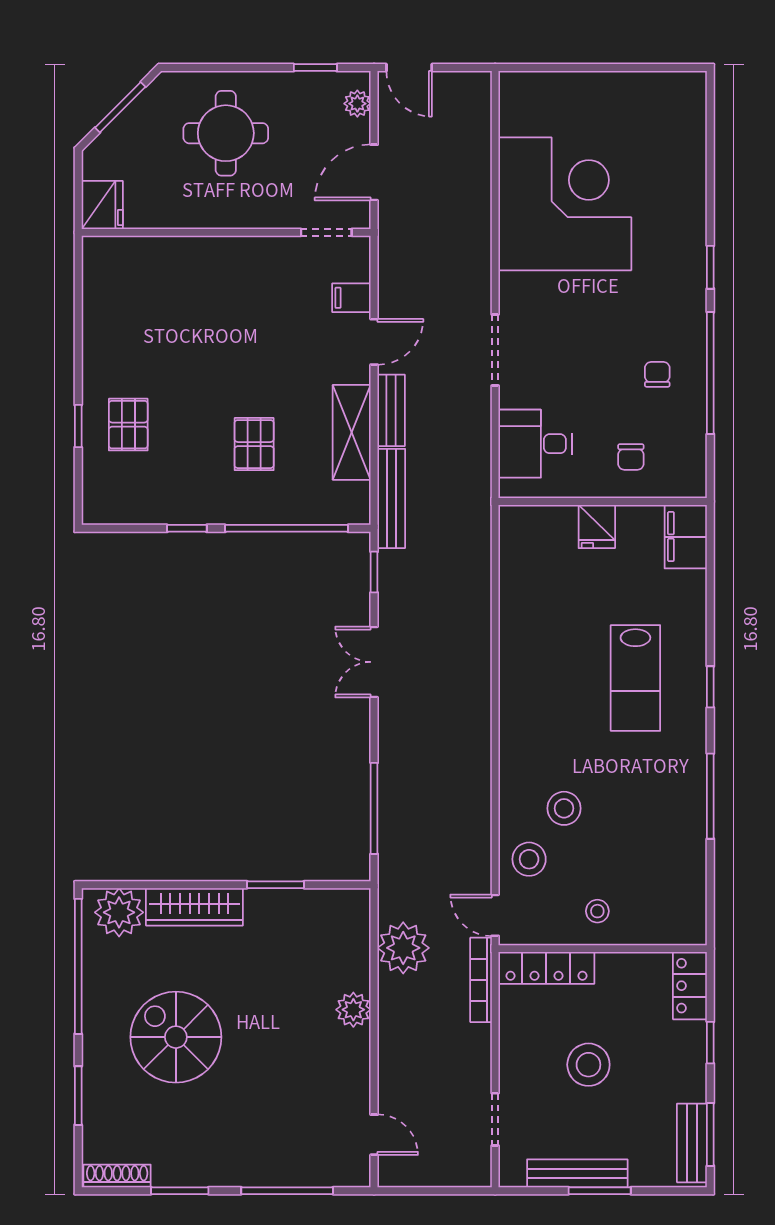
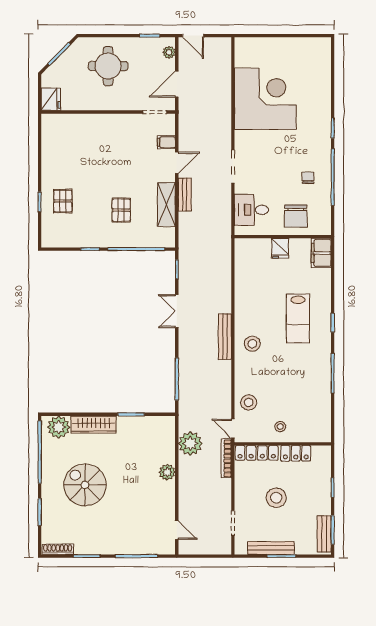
chair: (631, 457) -> (296, 216), width x1.87, depth x1.87
bench: (391, 498) -> (225, 337), moved
stool: (564, 808) -> (252, 344), moved
locker: (690, 986) -> (296, 453), moved, turned -90

